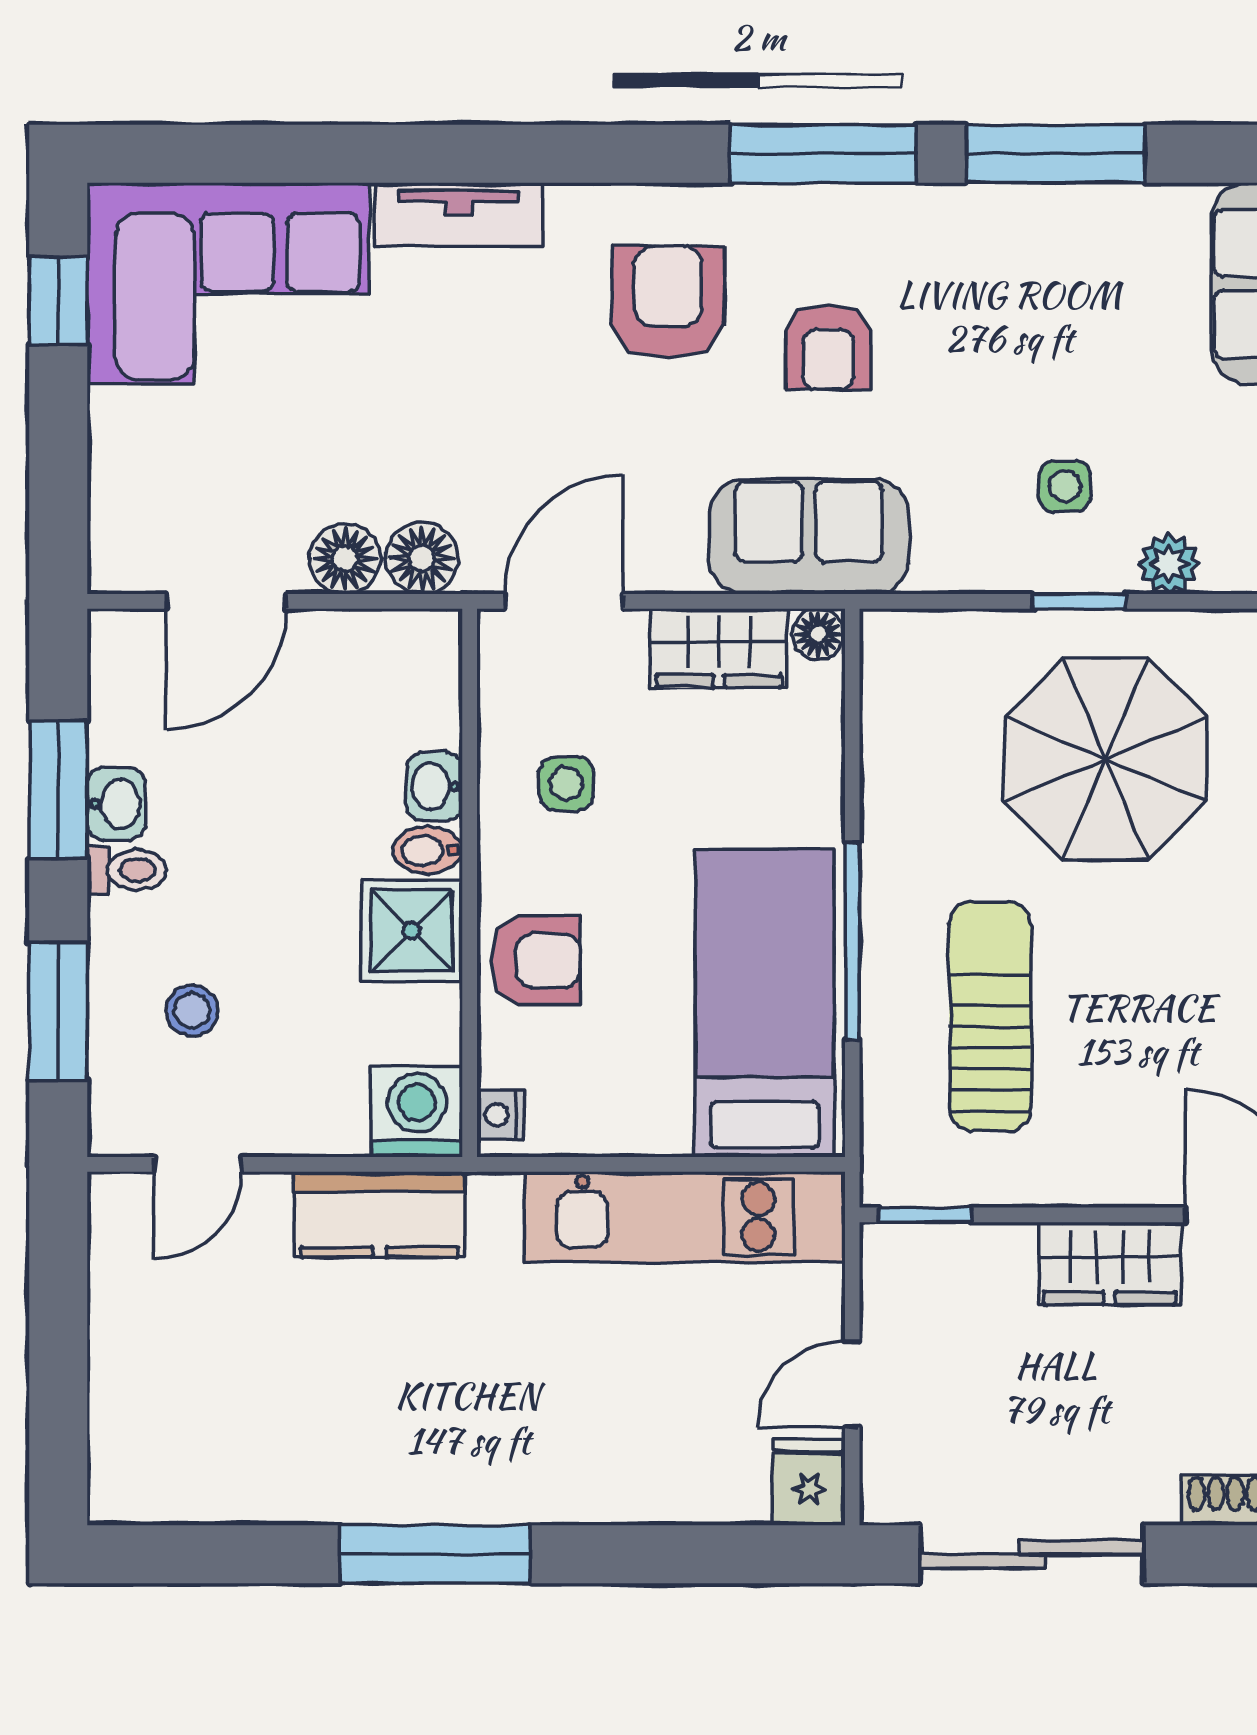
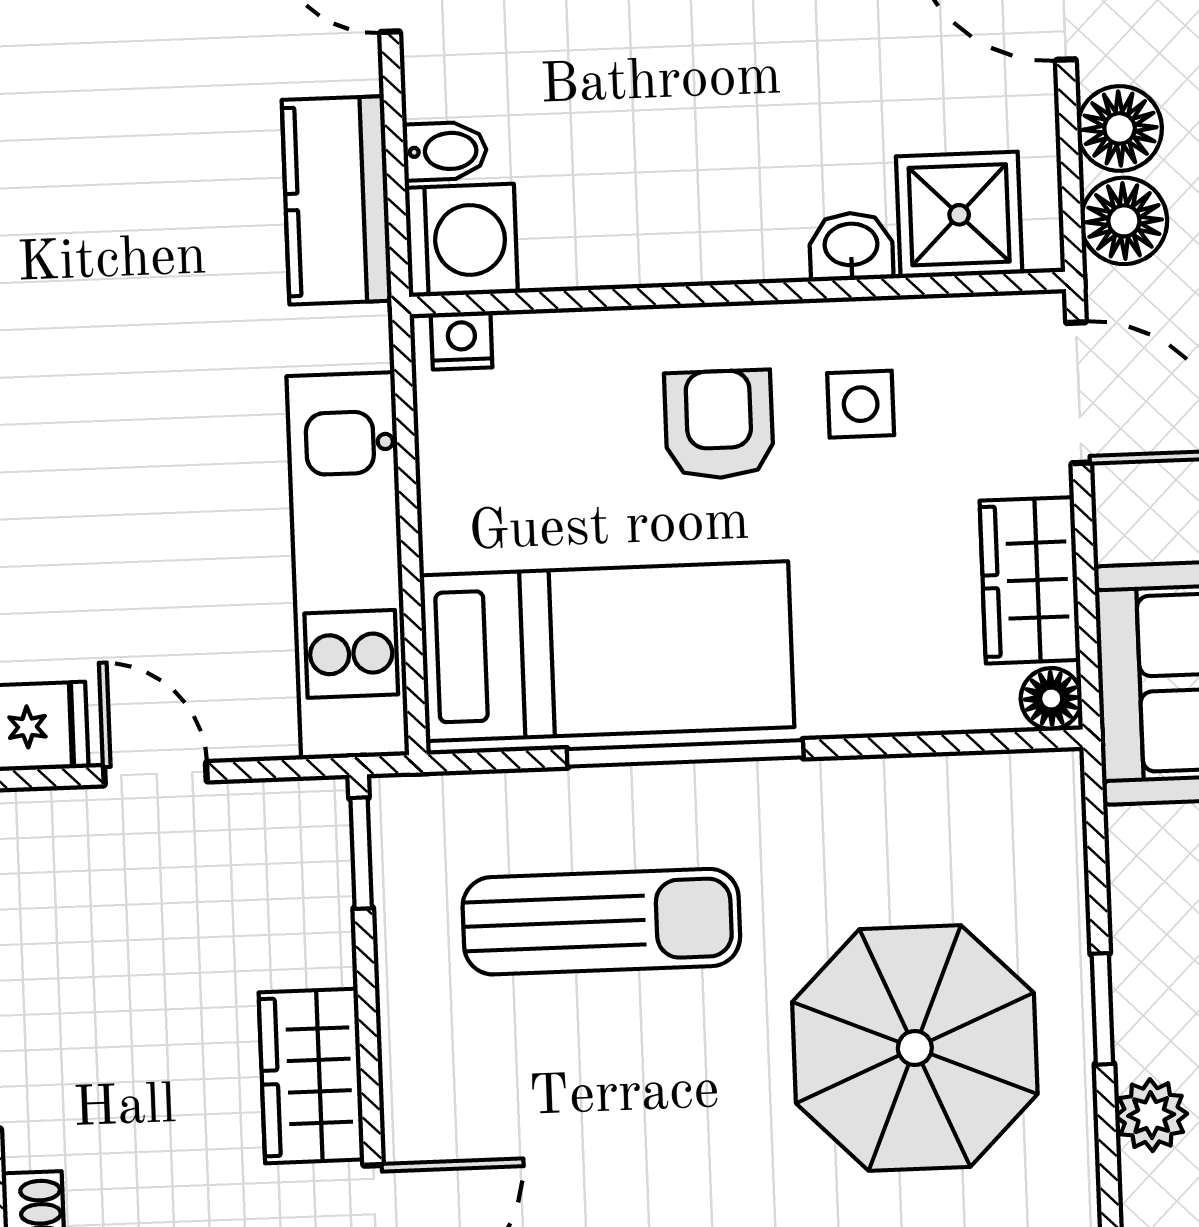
bidet: (428, 850) -> (445, 151), moved, turned 90
shower: (412, 931) -> (959, 215), moved
armchair: (536, 961) -> (719, 424), moved, turned 180

